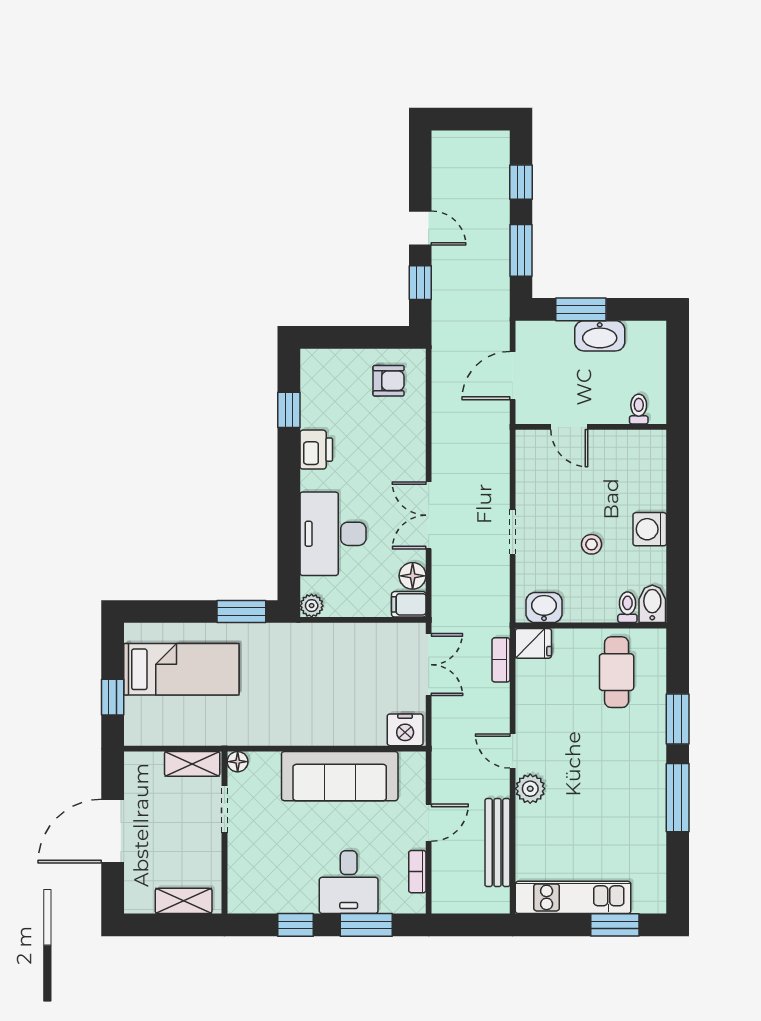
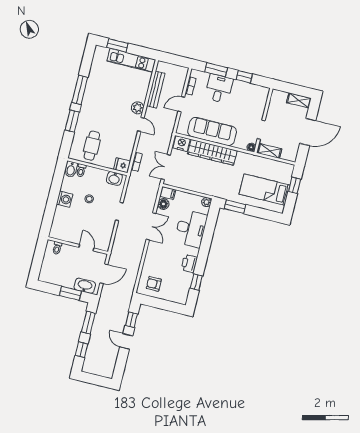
washbasin: (600, 336) -> (85, 286), moved
wardrobe: (327, 727) -> (212, 152), added
shelving: (184, 901) -> (299, 100), moved

